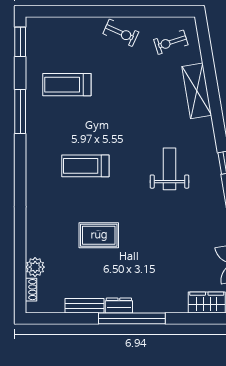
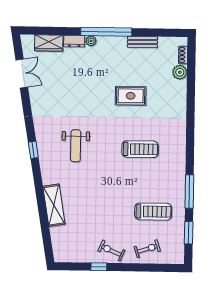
window: (137, 11) -> (99, 267), added
window: (20, 42) -> (189, 233), moved
exercise bike: (171, 42) -> (147, 249), moved
dresser: (119, 306) -> (74, 41), moved
plant: (152, 306) -> (91, 41), added

